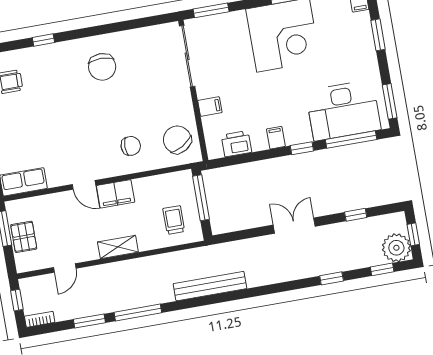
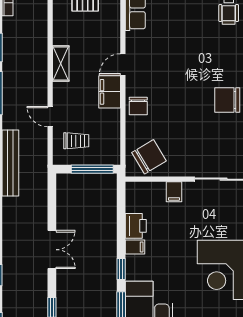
printer: (236, 144) -> (136, 226), moved
chair: (131, 146) -> (138, 106), moved
shelving: (118, 247) -> (61, 63), moved
door: (65, 268) -> (50, 117), moved

